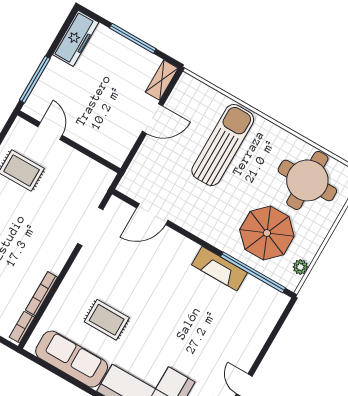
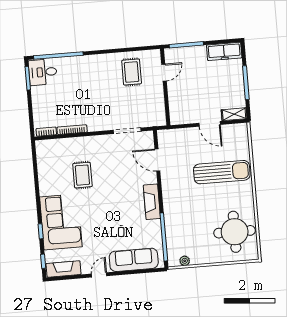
parasol: (267, 233) -> (191, 230), removed
fireplace: (219, 269) -> (152, 202), moved
sofa: (72, 359) -> (134, 260), moved, turned -90

